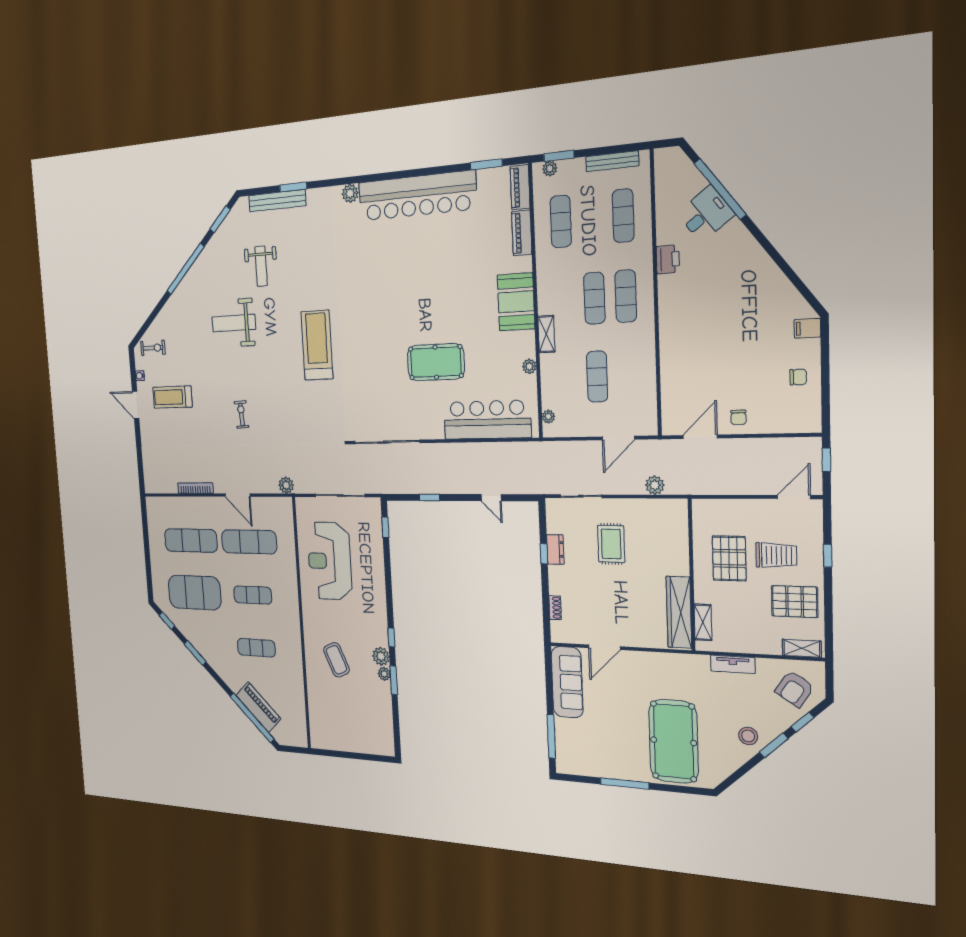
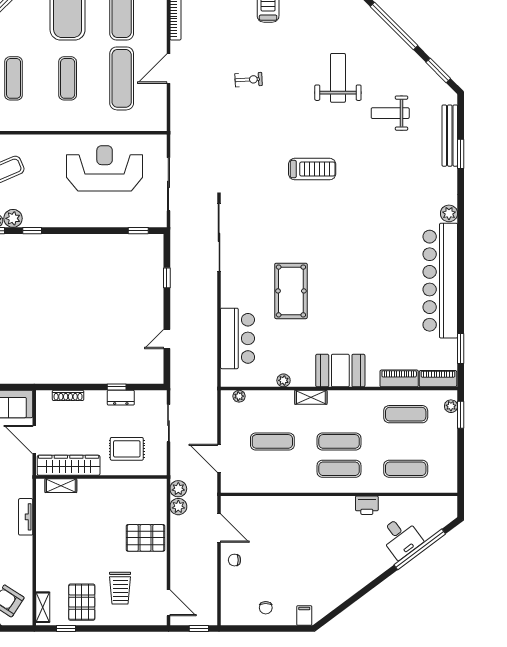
bench: (612, 161) -> (451, 461), removed
treadmill: (317, 345) -> (312, 169), width x0.73, depth x0.73
bar counter: (487, 420) -> (237, 338), width x0.73
plant: (286, 485) -> (178, 507), moved
window: (828, 556) -> (66, 629), moved
pallet: (729, 558) -> (145, 538), moved
wall: (692, 575) -> (101, 477), moved
shoe rack: (555, 608) -> (68, 395), width x1.43
wardrobe: (679, 612) -> (69, 465), moved
shelving: (703, 622) -> (61, 486), moved
tv unit: (733, 664) -> (26, 517), moved

